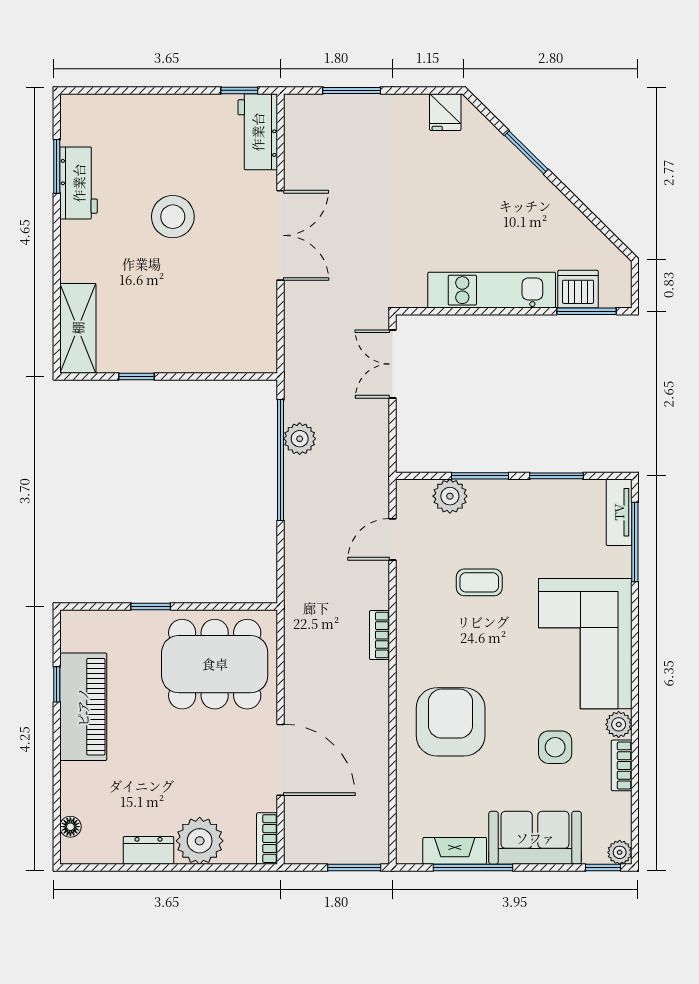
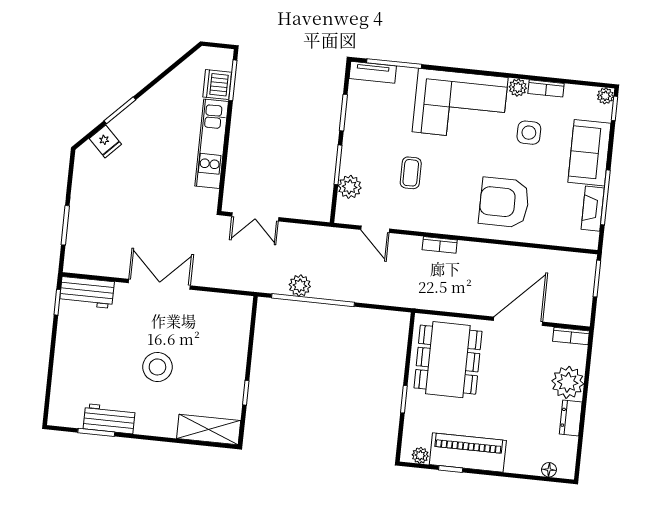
fridge: (445, 112) -> (105, 141), moved, turned 45
stool: (173, 217) -> (157, 367), moved
plant: (72, 638) -> (420, 455), added

